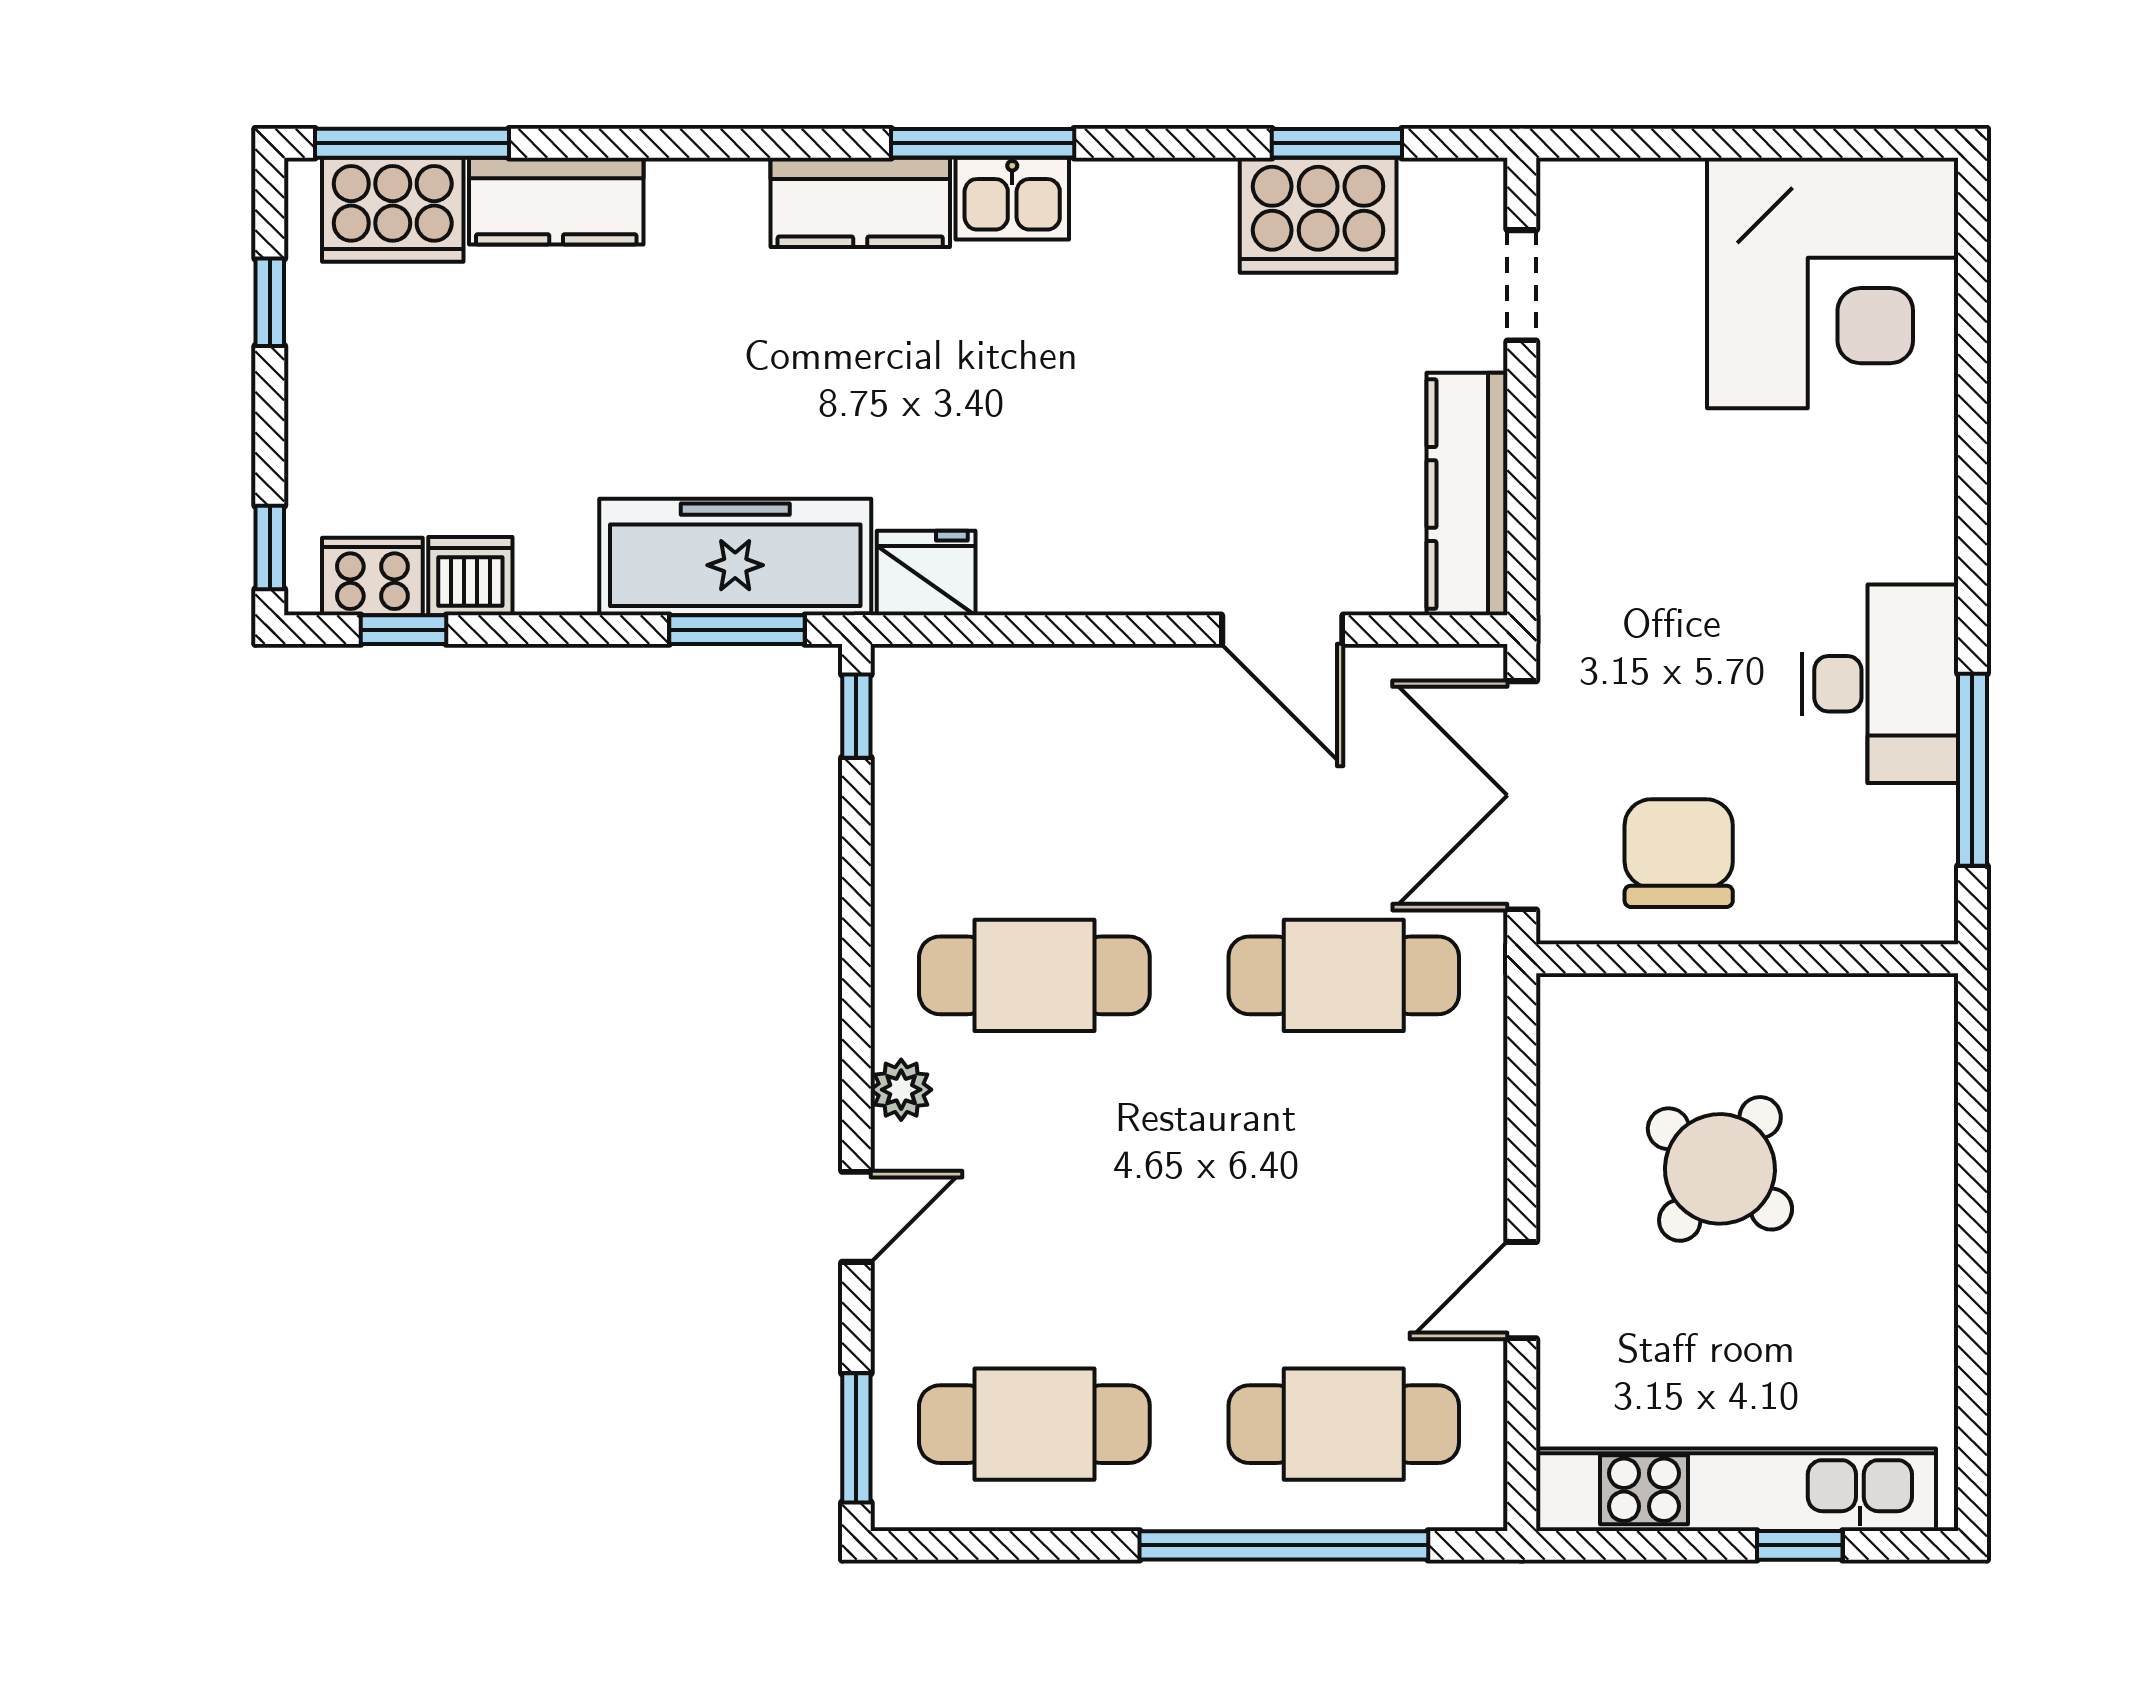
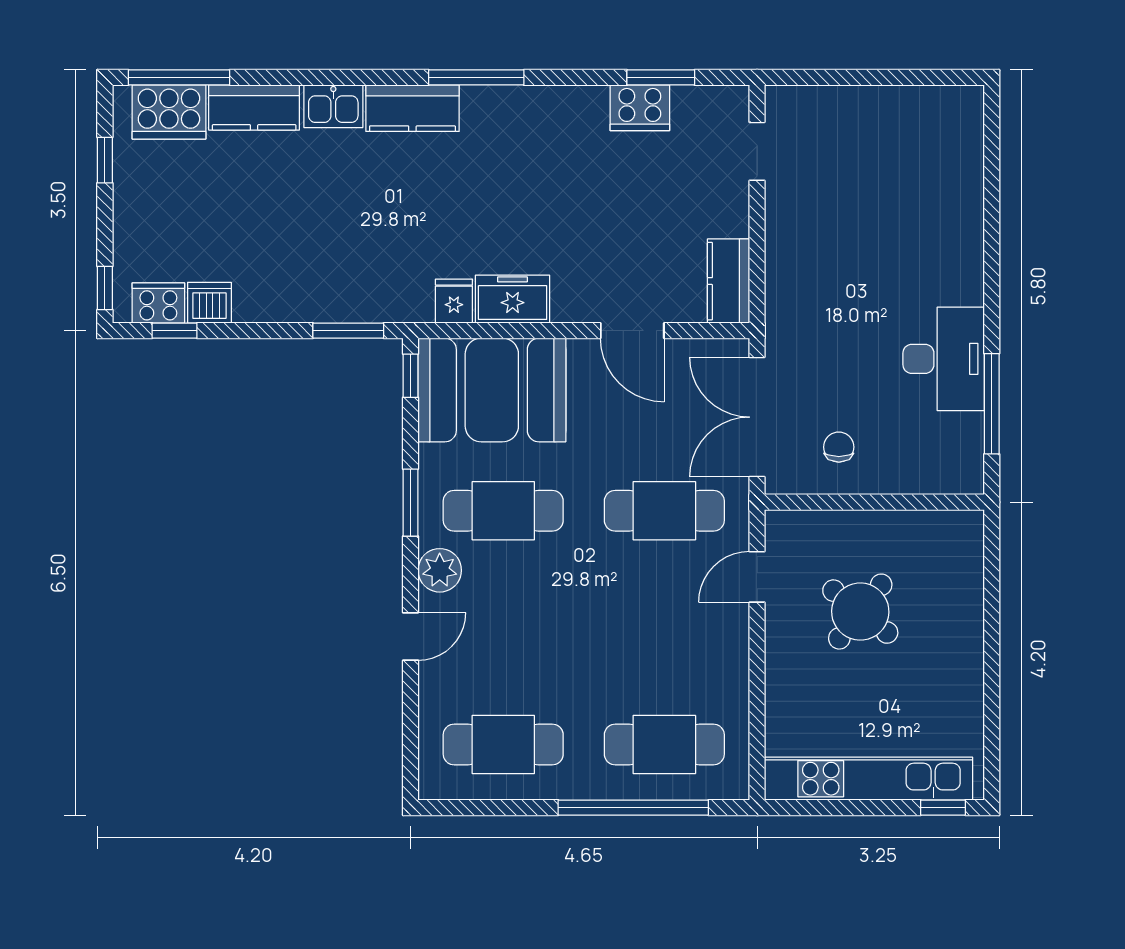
kitchen sink: (1012, 199) -> (333, 106), moved
cooker: (1318, 215) -> (640, 108), width x0.73, depth x0.76
corner desk: (1833, 283) -> (919, 150), removed
kitchen counter: (1467, 494) -> (729, 281), width x0.67
freezer: (735, 557) -> (513, 299), moved, width x0.52, depth x0.79
fridge: (926, 573) -> (454, 301), width x0.72
booth: (1013, 744) -> (492, 390), added
chair: (1679, 853) -> (839, 447), width x0.54, depth x0.54
plant: (901, 1090) -> (440, 570), width x1.38, depth x1.38
door: (1522, 1290) -> (757, 577), moved
window: (856, 1438) -> (410, 503), moved
window: (1800, 1545) -> (943, 808), moved

